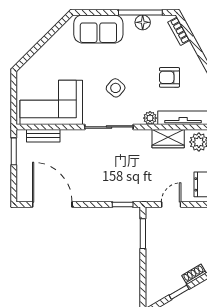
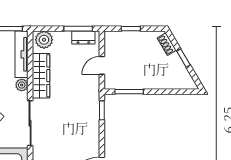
wardrobe: (168, 139) -> (41, 76), width x1.50
door: (171, 204) -> (102, 65), hinge flipped

